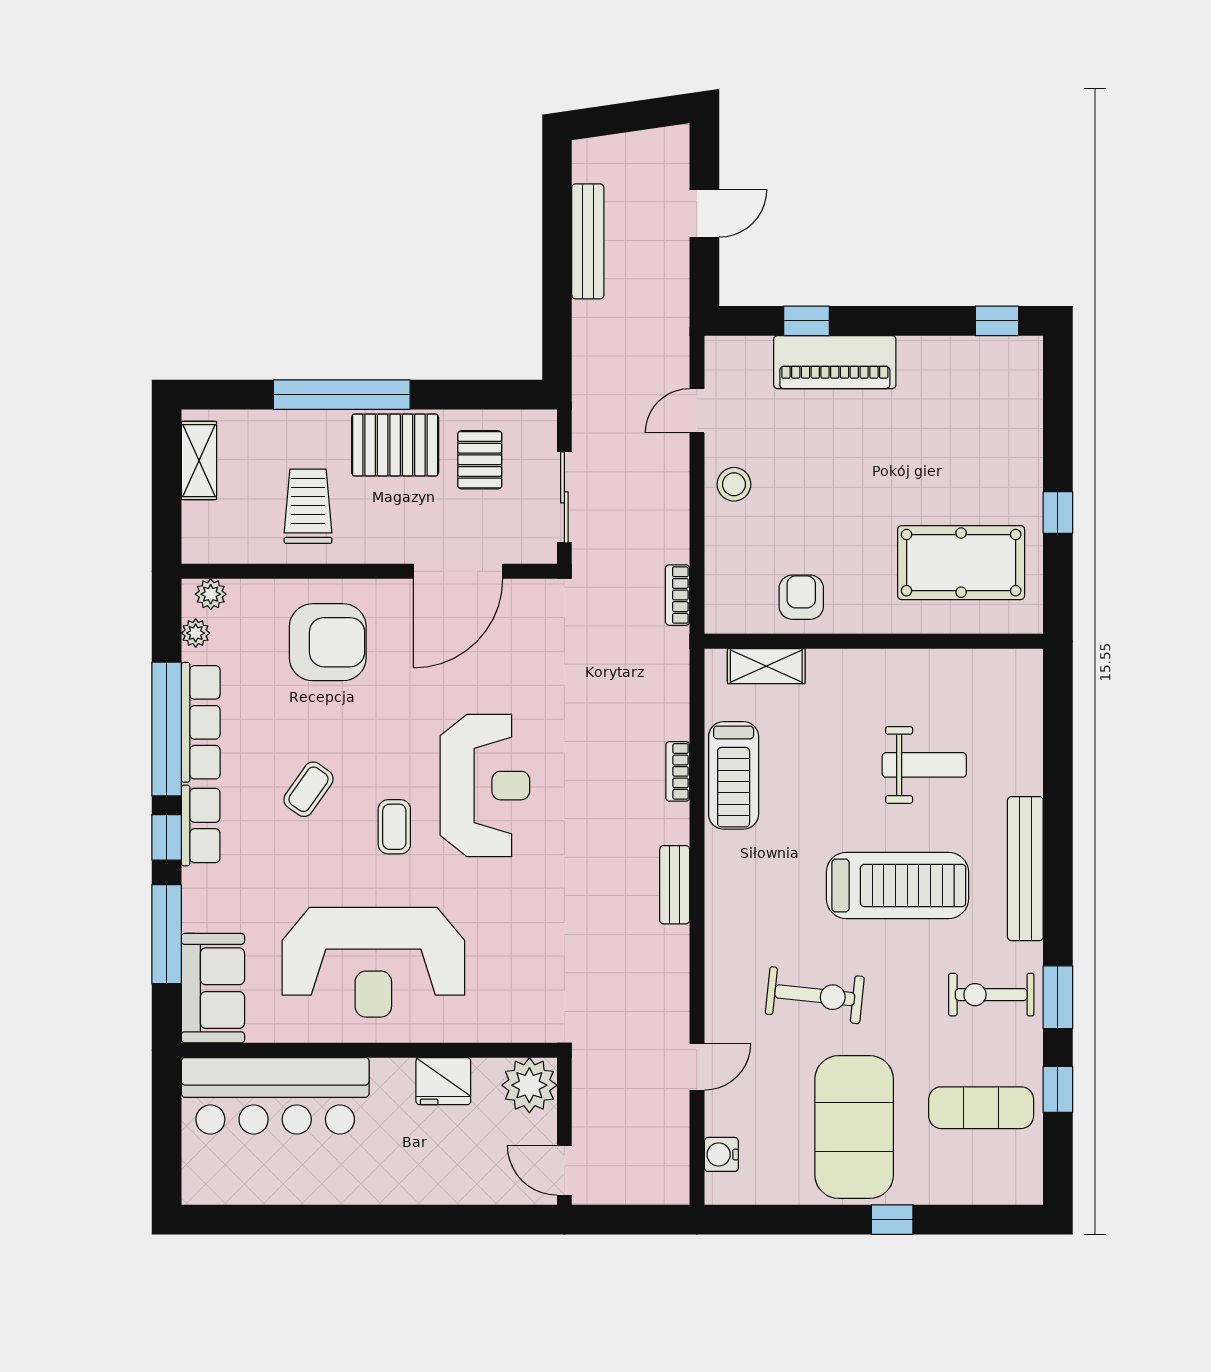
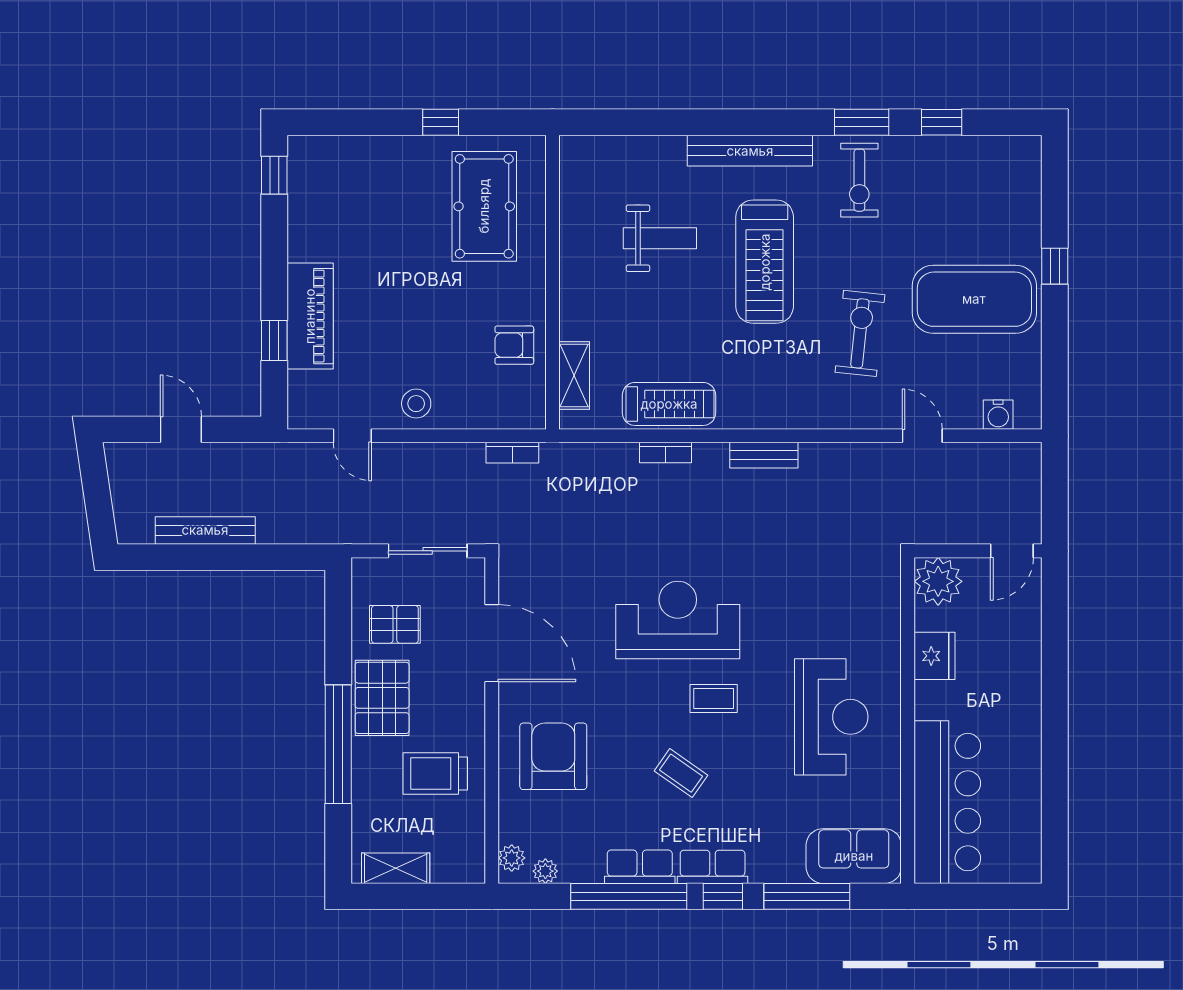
row of seats: (201, 722) -> (640, 867), width x0.68
weight bench: (924, 765) -> (660, 238), turned 90
treadmill: (897, 885) -> (765, 262), turned 180
reception desk: (373, 962) -> (831, 717), width x0.74, depth x0.77
exercise mat: (981, 1108) -> (958, 189), removed

